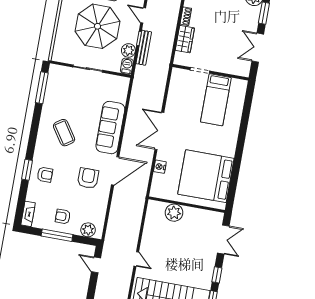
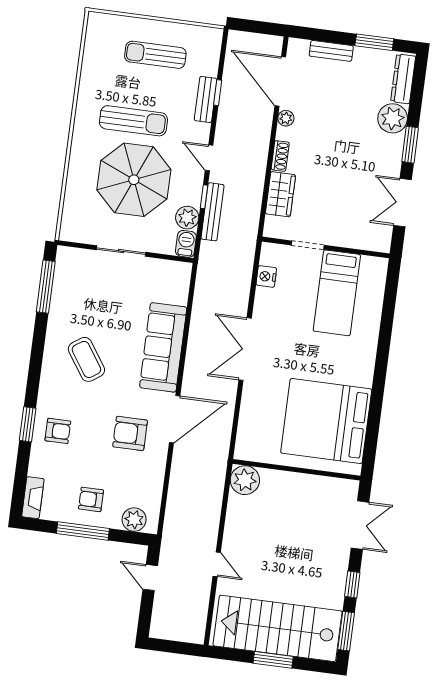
nightstand: (160, 167) -> (266, 276), moved
armchair: (88, 178) -> (130, 433), turned -90
plant: (174, 213) -> (245, 480), moved

